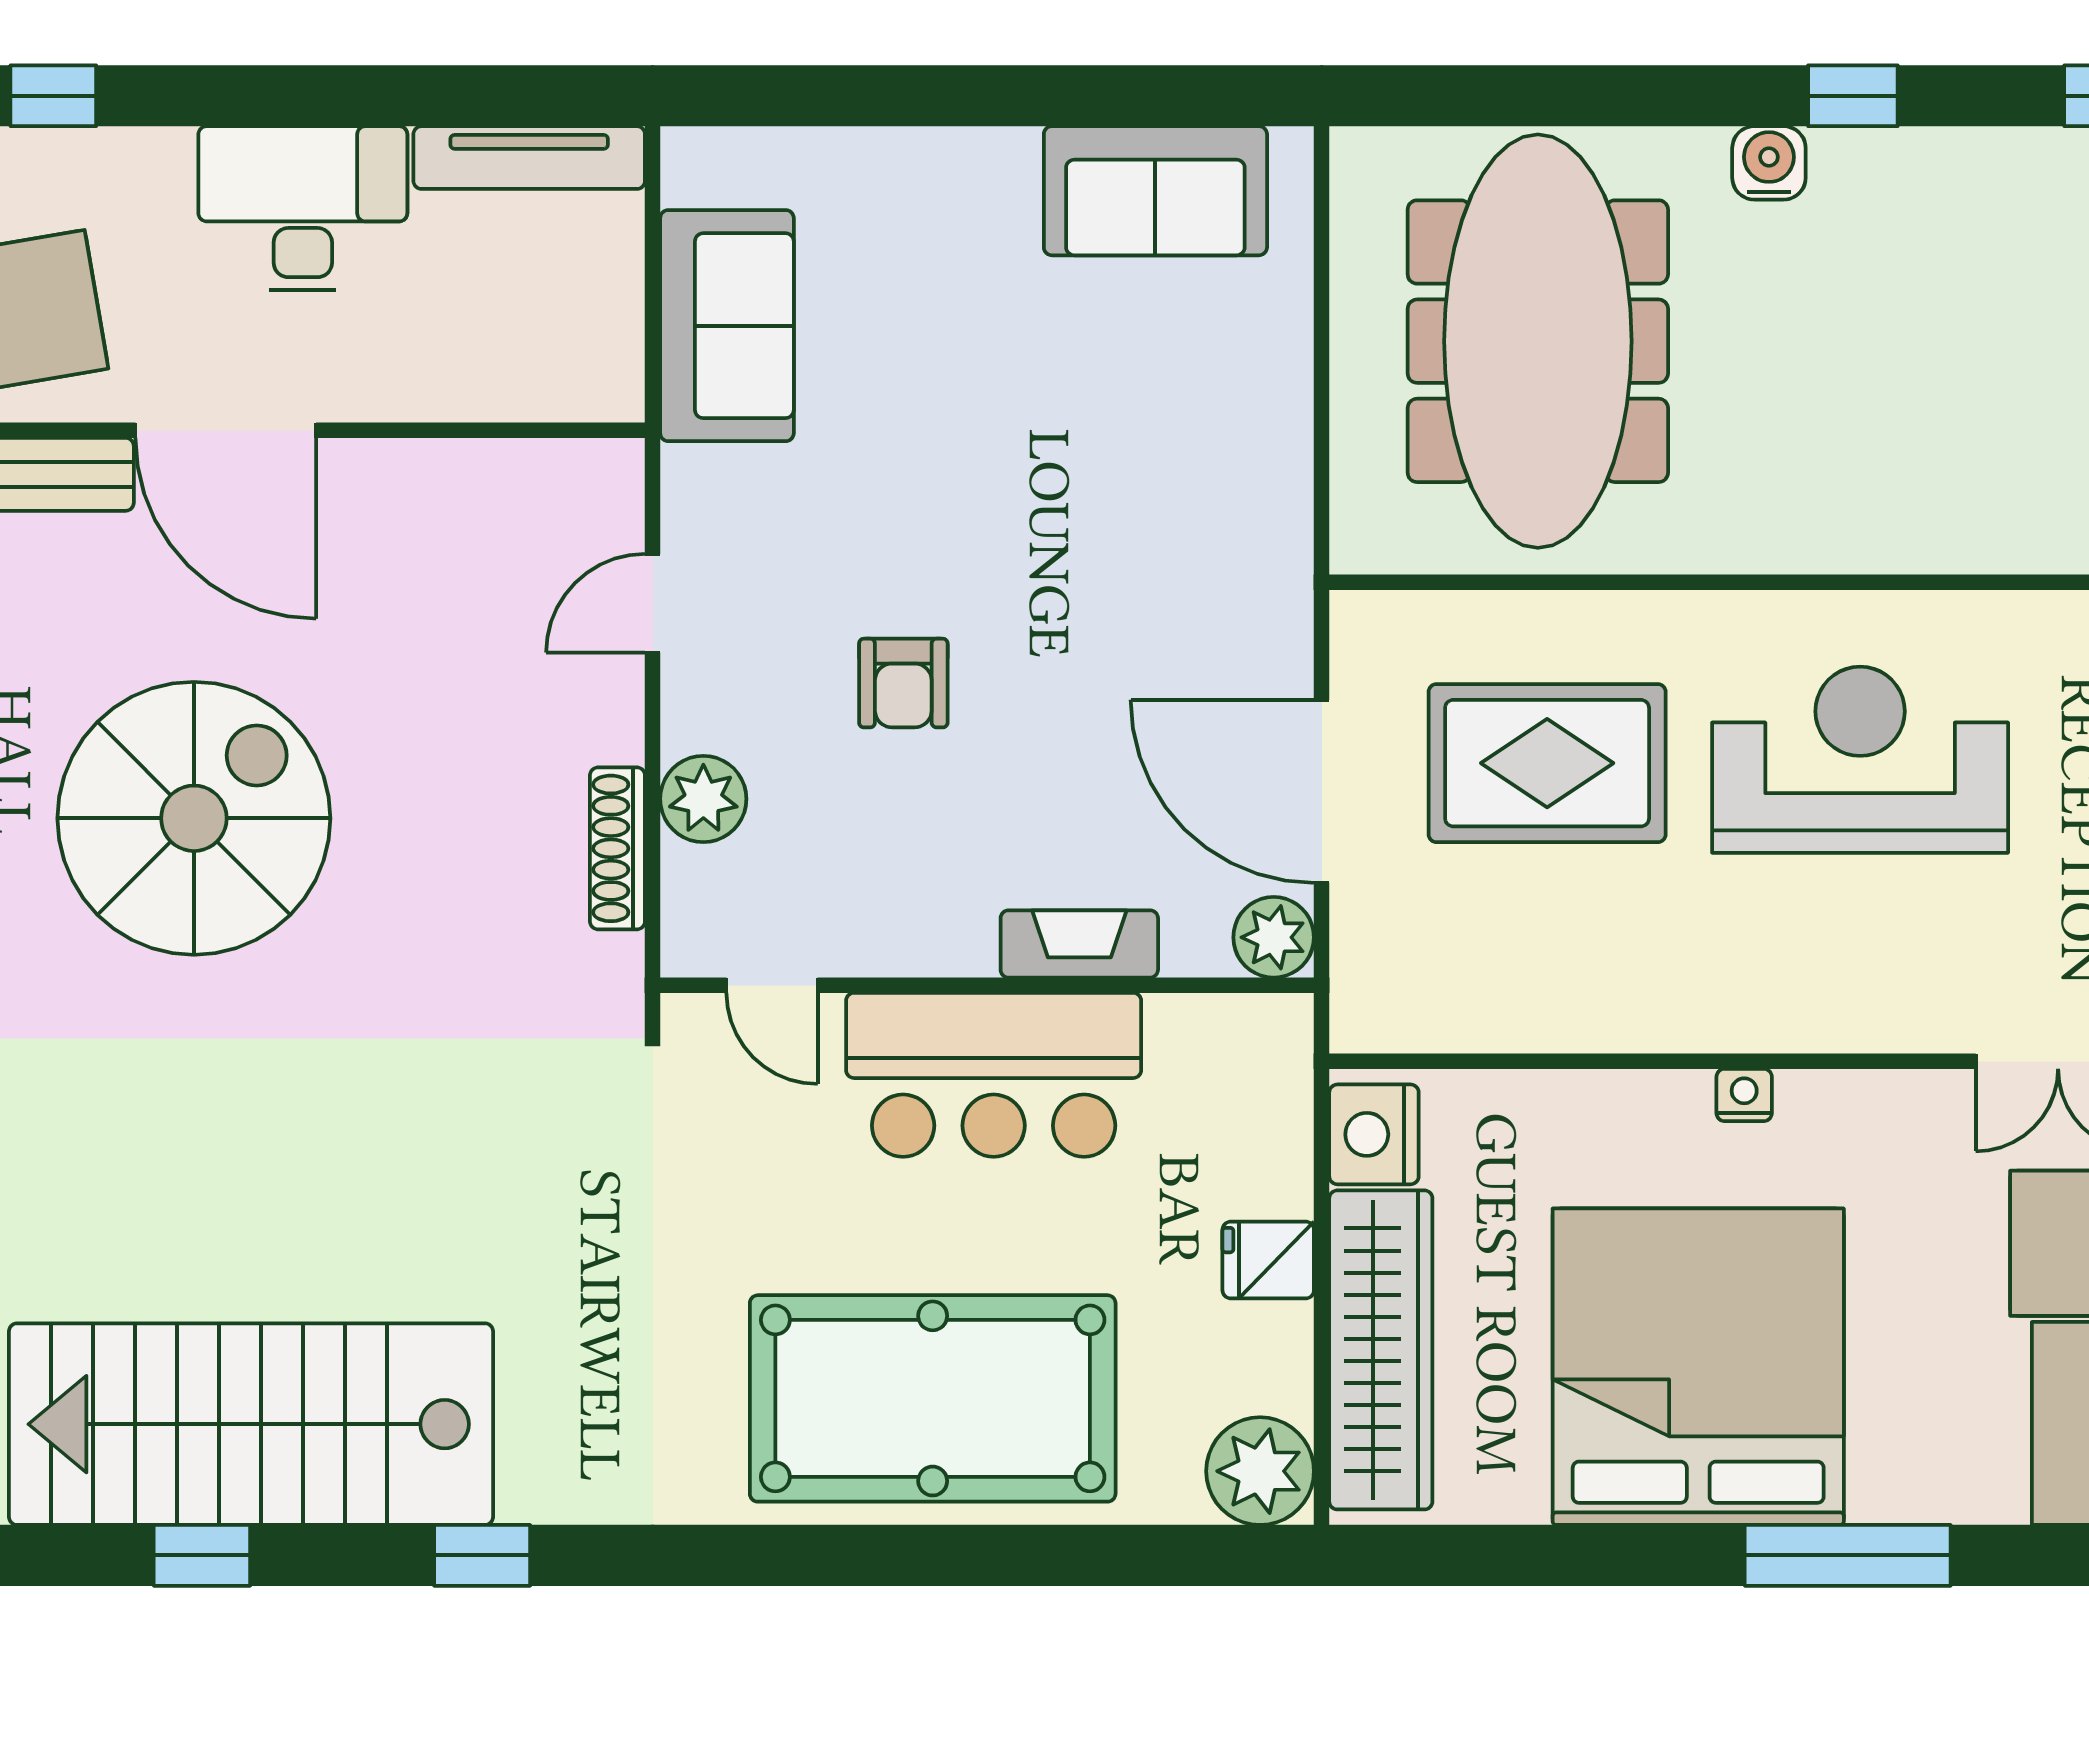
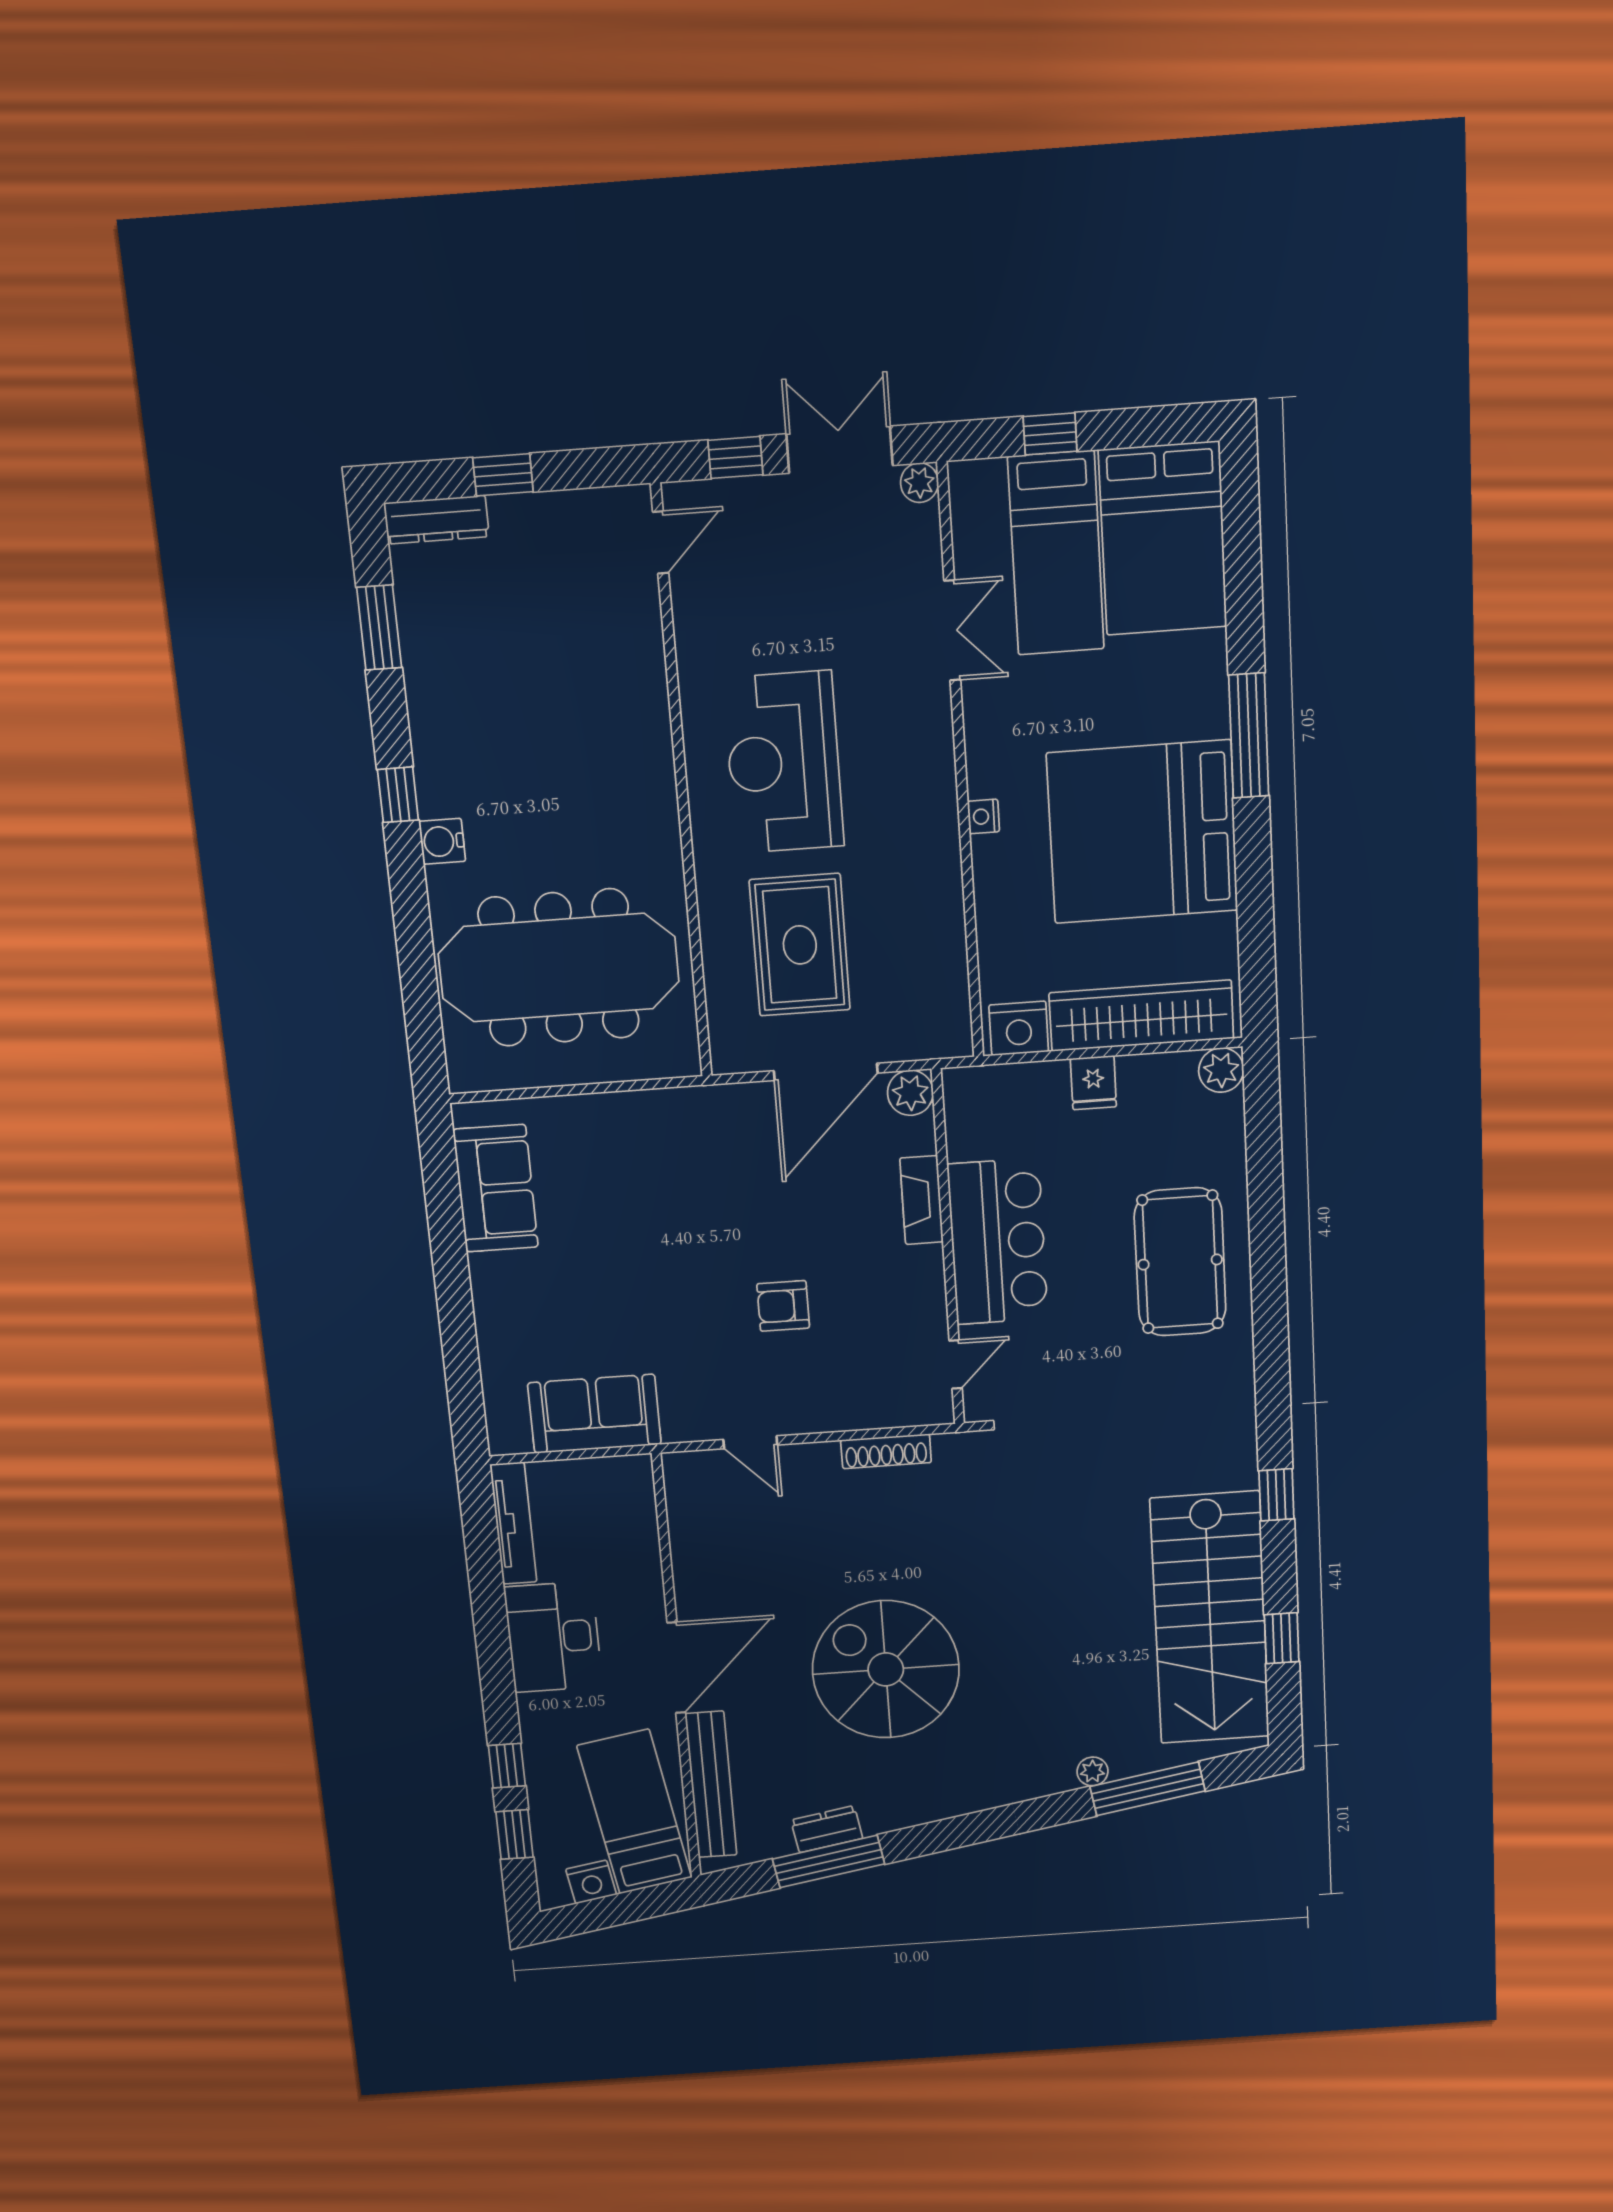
armchair: (903, 683) -> (783, 1306), turned 180
plant: (703, 799) -> (856, 1408), removed
pool table: (933, 1398) -> (1180, 1262), width x0.73, depth x0.76
plant: (1260, 1471) -> (1221, 1070), width x0.73, depth x0.73

